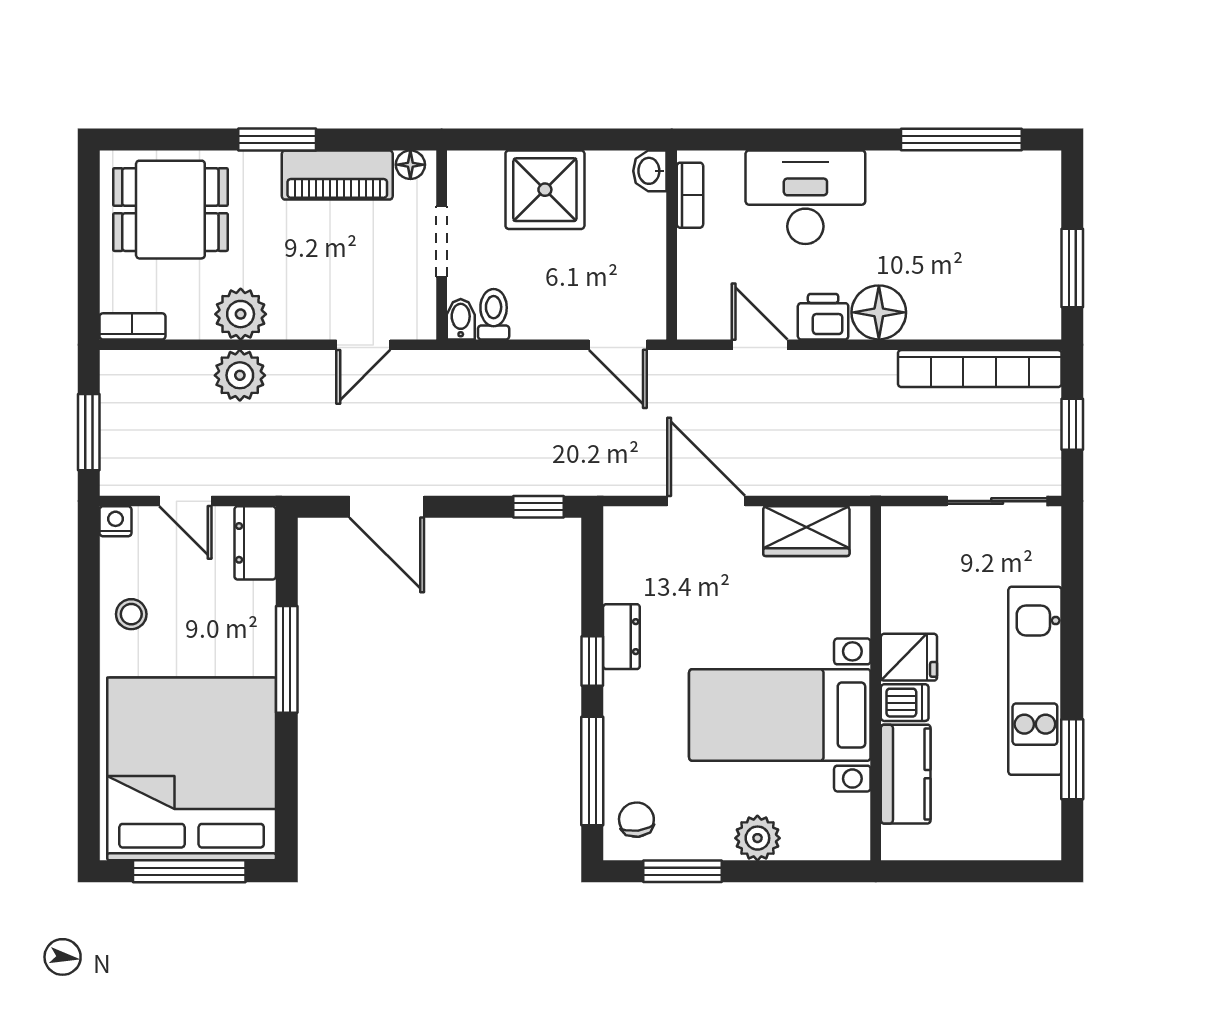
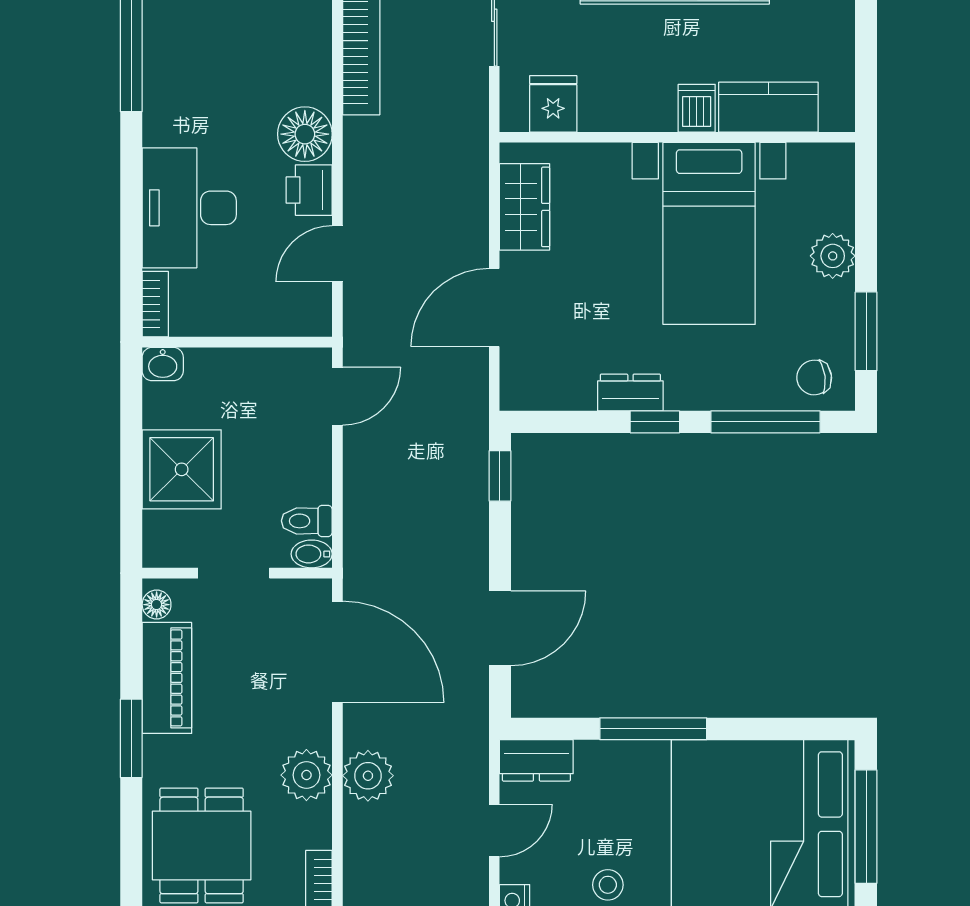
bookcase: (690, 195) -> (155, 304), moved, turned 90
door: (363, 345) -> (337, 652), width x1.88
fridge: (909, 657) -> (553, 104), moved

